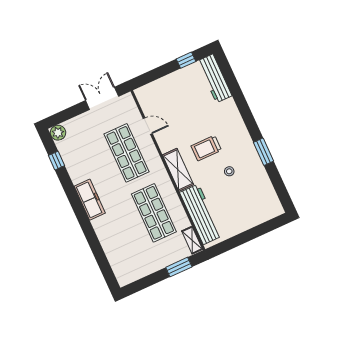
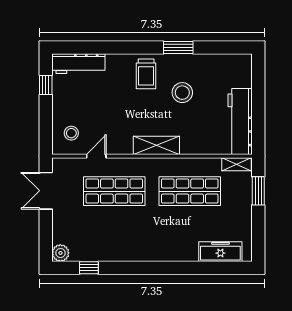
stool: (157, 98) -> (71, 133), added
trolley: (206, 148) -> (146, 74), moved
stool: (229, 171) -> (182, 93), width x1.89, depth x1.89
freezer: (90, 200) -> (220, 252), moved
workbench: (201, 214) -> (240, 122), moved, turned -90

